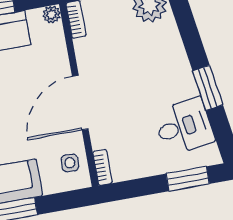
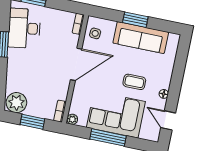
desk: (184, 127) -> (24, 28), width x1.37

